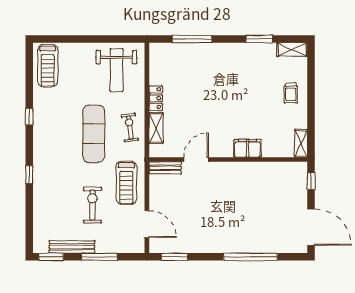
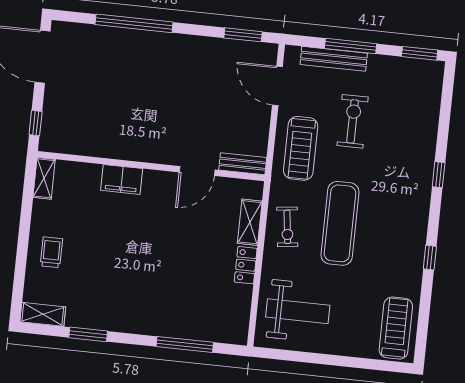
weight bench: (117, 70) -> (298, 311), turned 90
treadmill: (126, 183) -> (301, 148), turned 180
exercise bike: (92, 205) -> (353, 121), turned 180
bench: (72, 247) -> (334, 59), moved

